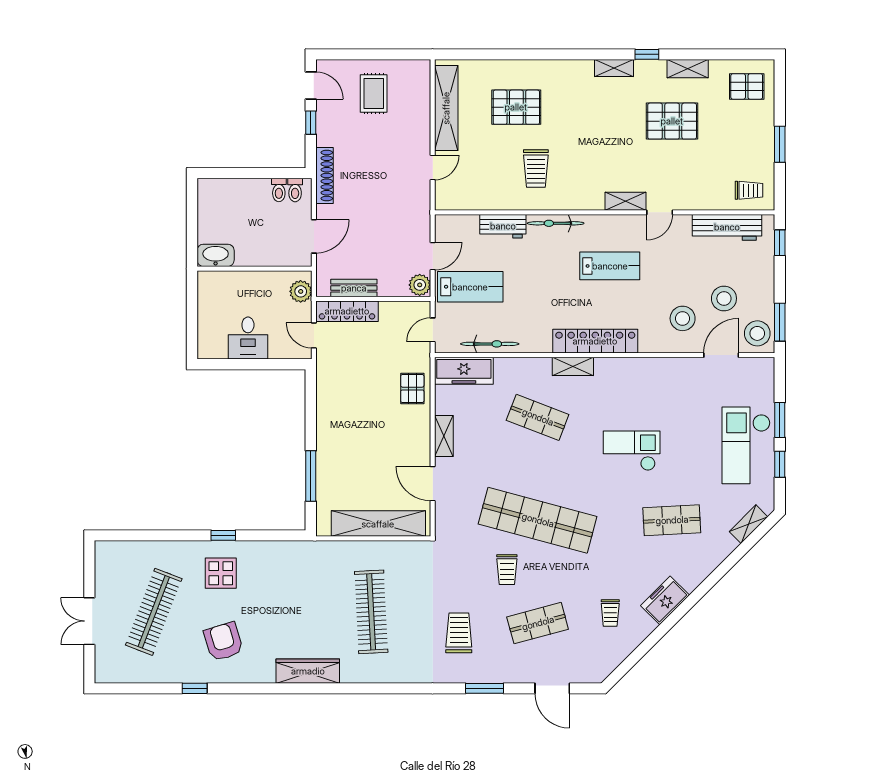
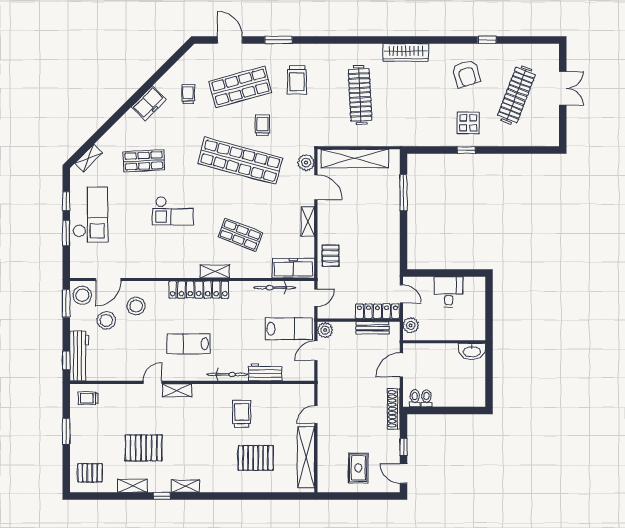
workbench: (727, 227) -> (79, 356), moved, turned 90
lab bench: (470, 287) -> (289, 329), turned 180
plant: (446, 518) -> (306, 163), added
shop shelf: (538, 623) -> (240, 87), width x1.43, depth x1.36

